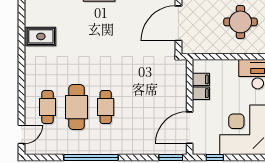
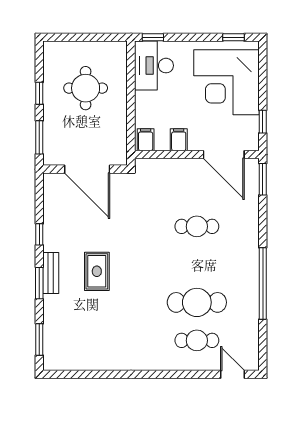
rug: (41, 36) -> (97, 271), moved
filing cabinet: (201, 79) -> (146, 140), moved
cafe table: (106, 107) -> (197, 226), moved

